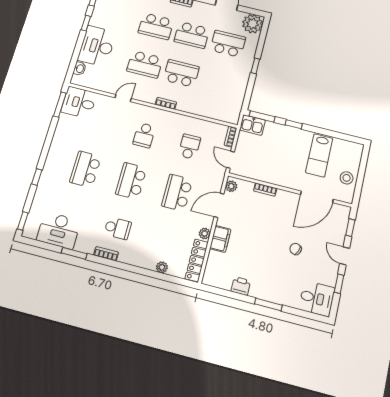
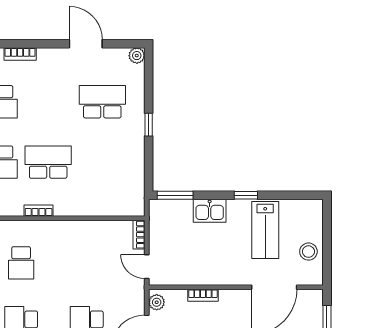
plant: (253, 24) -> (137, 56), width x0.53, depth x0.53
school desk: (192, 35) -> (48, 102), removed
window: (294, 124) -> (246, 195), moved
kitchen sink: (252, 125) -> (210, 211), moved
school desk: (189, 147) -> (87, 263), removed

